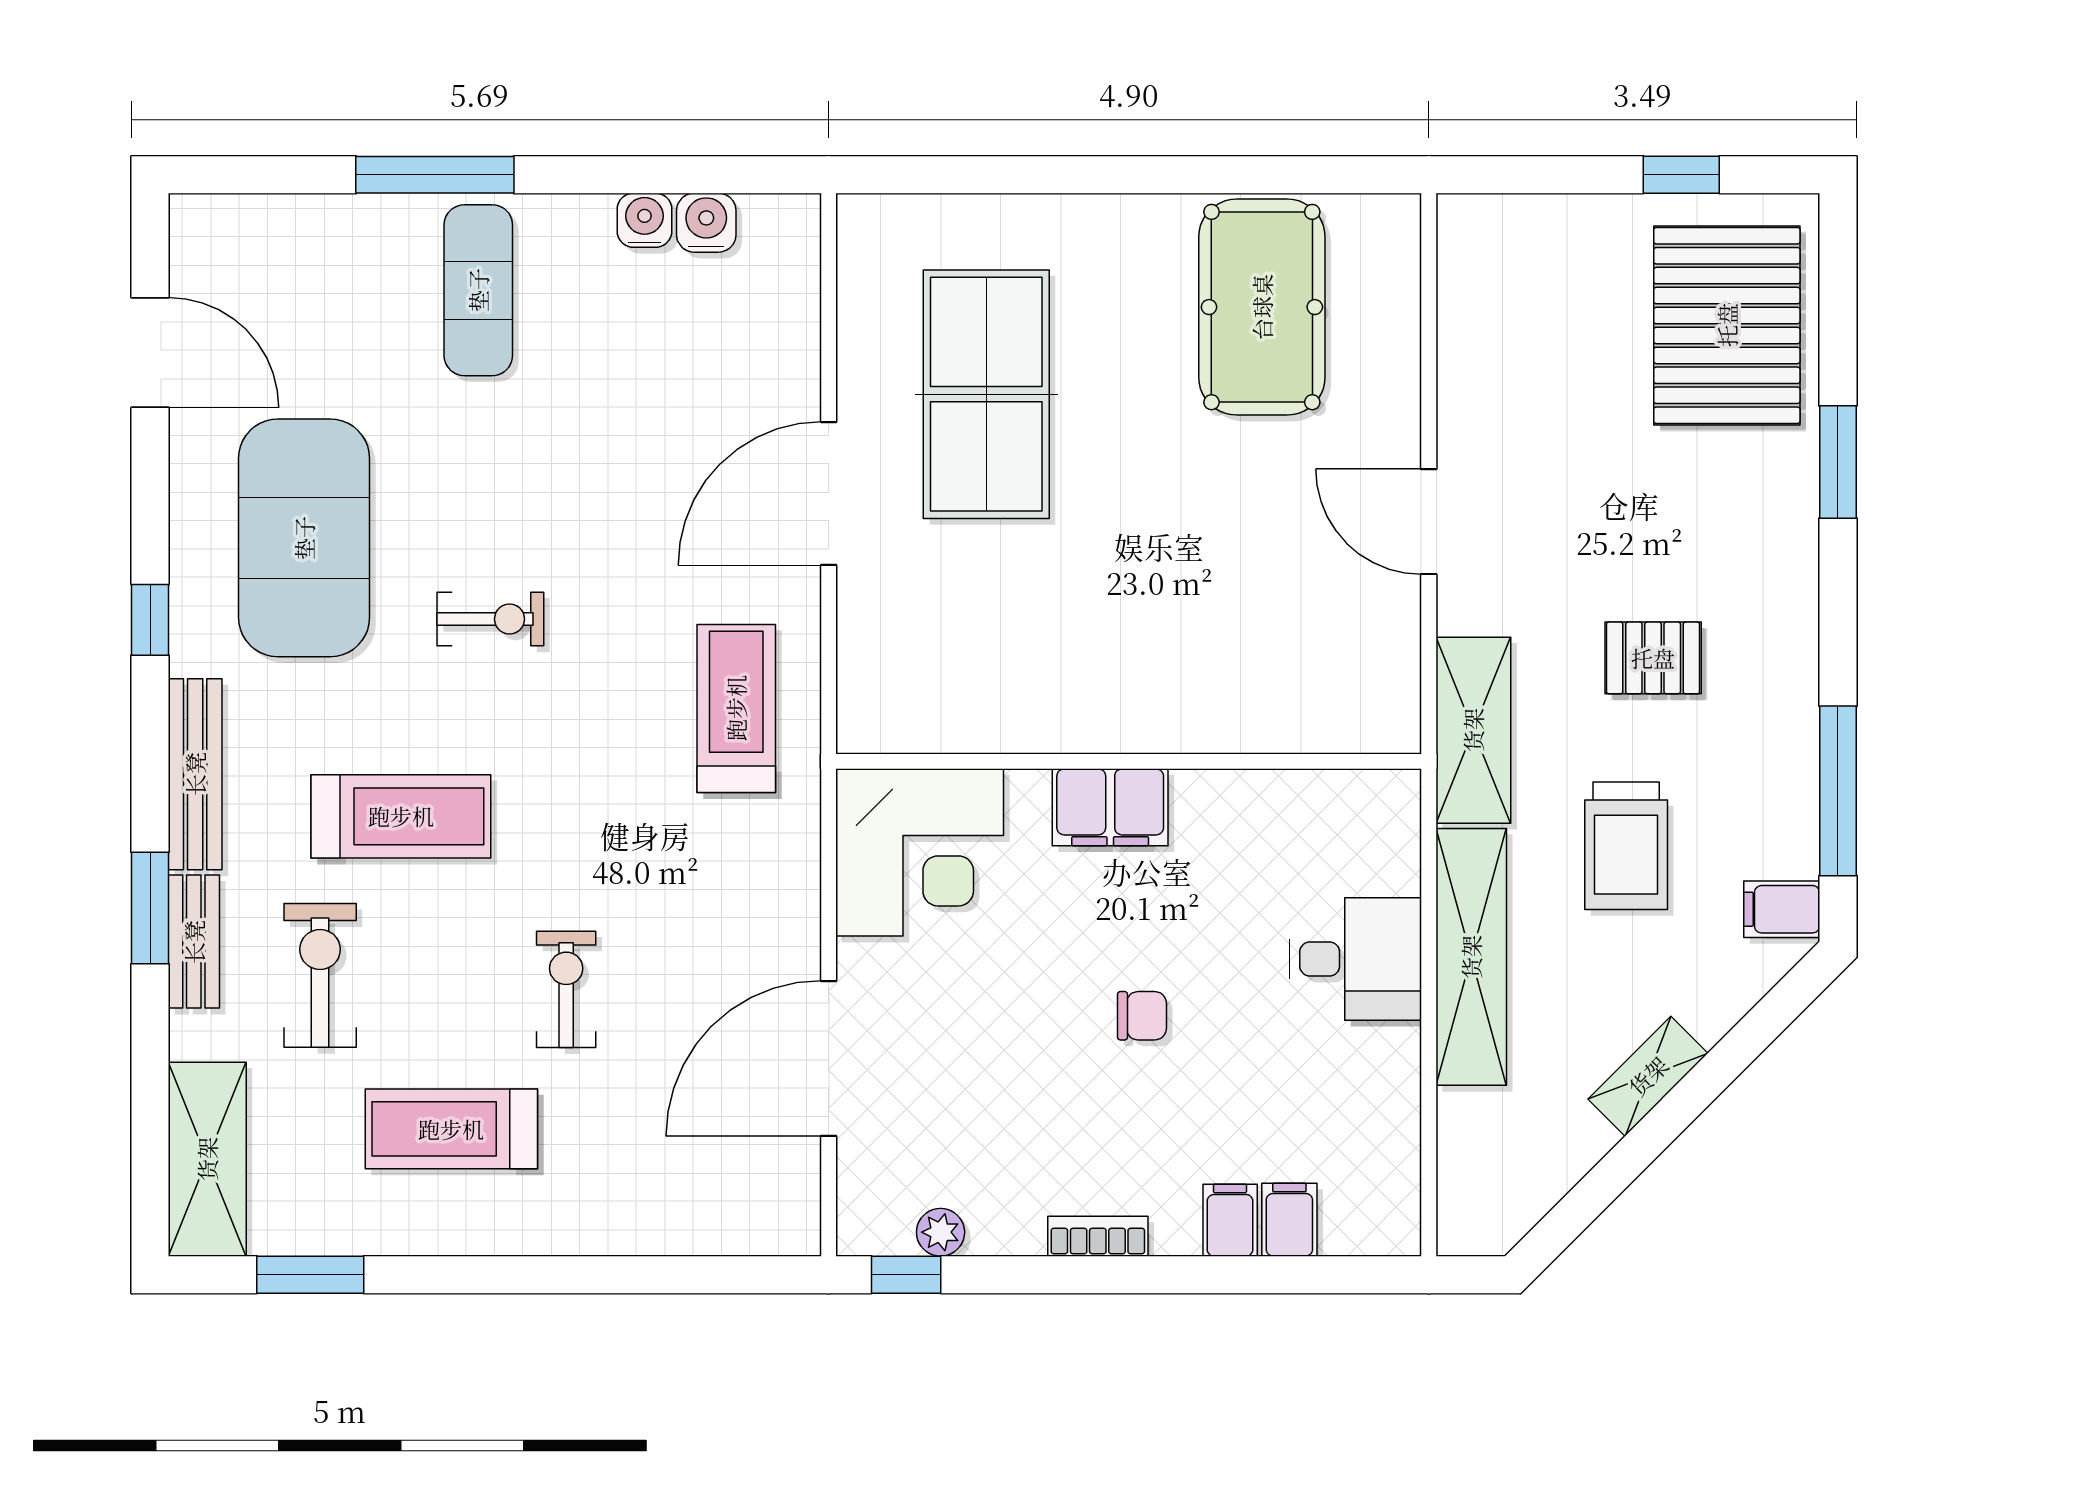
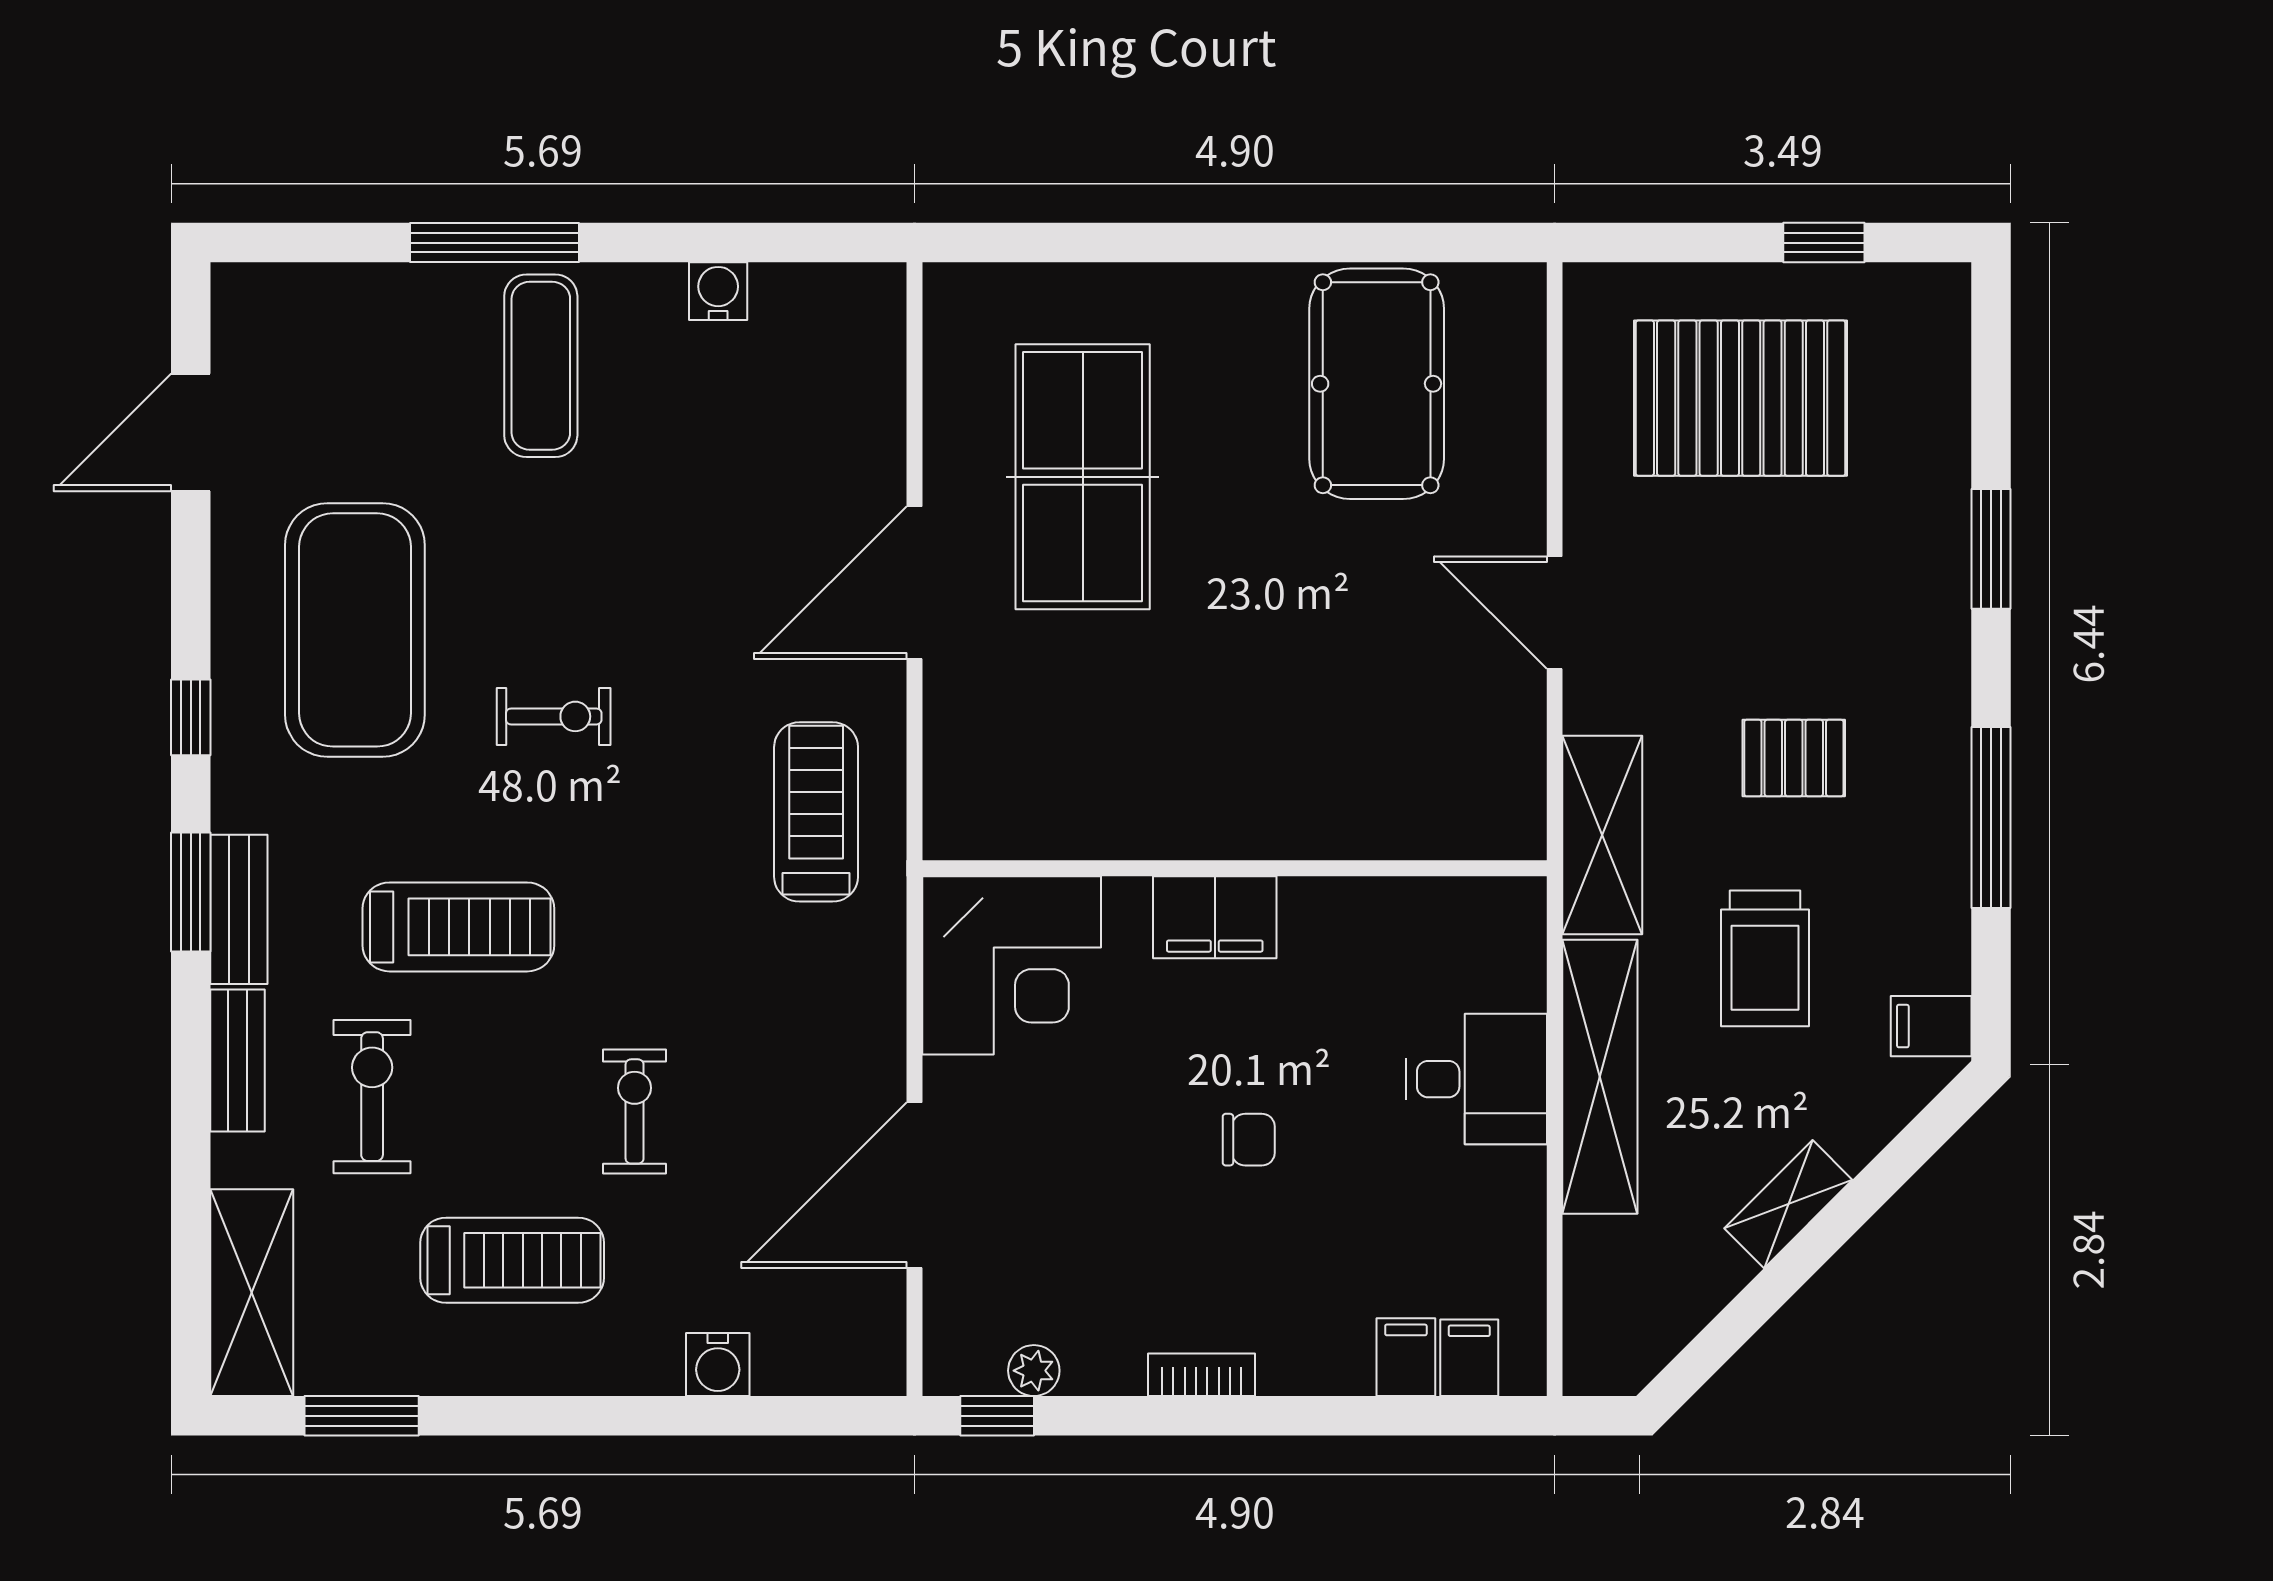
water cooler: (706, 223) -> (718, 1365), moved, turned 180
pallet: (1727, 325) -> (1741, 398), moved, turned 90
door: (150, 353) -> (191, 432), swing flipped
bench: (195, 774) -> (239, 909), width x0.73
window: (1838, 791) -> (1991, 818), moved
window: (150, 908) -> (191, 892), moved
treadmill: (451, 1129) -> (512, 1260), turned 180
filing cabinet: (1230, 1220) -> (1469, 1358), moved

